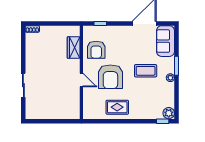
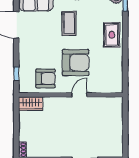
wardrobe: (74, 48) -> (31, 104), moved
rug: (117, 107) -> (112, 35), moved

